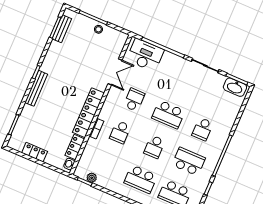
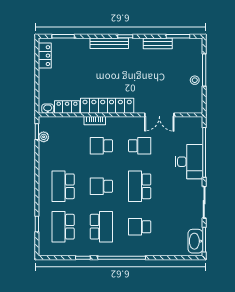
bench: (62, 29) -> (158, 43), moved
desk: (145, 55) -> (189, 162), moved
locker: (35, 152) -> (45, 56), moved

